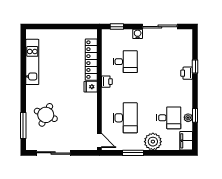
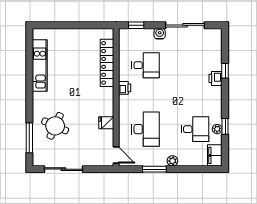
fridge: (91, 87) -> (106, 123), moved
plant: (153, 142) -> (172, 161), width x0.53, depth x0.53

